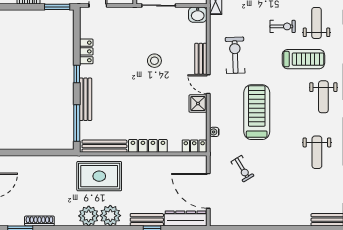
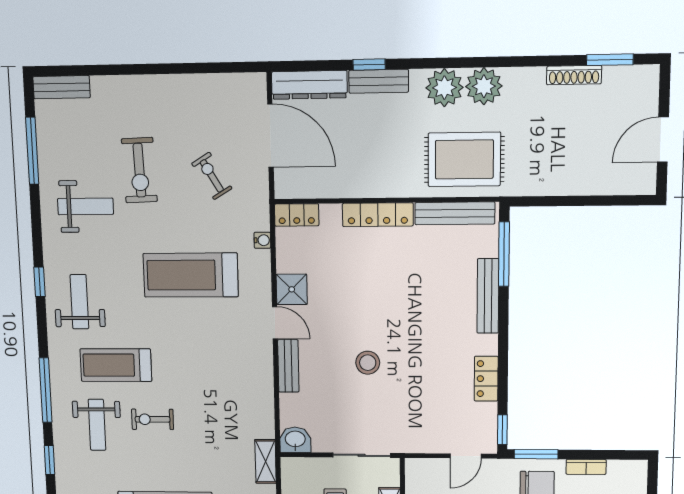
exercise bike: (235, 55) -> (139, 170), moved
window: (77, 74) -> (502, 430), moved
treadmill: (257, 112) -> (191, 275), turned 90
weight bench: (317, 152) -> (85, 206), turned 90

